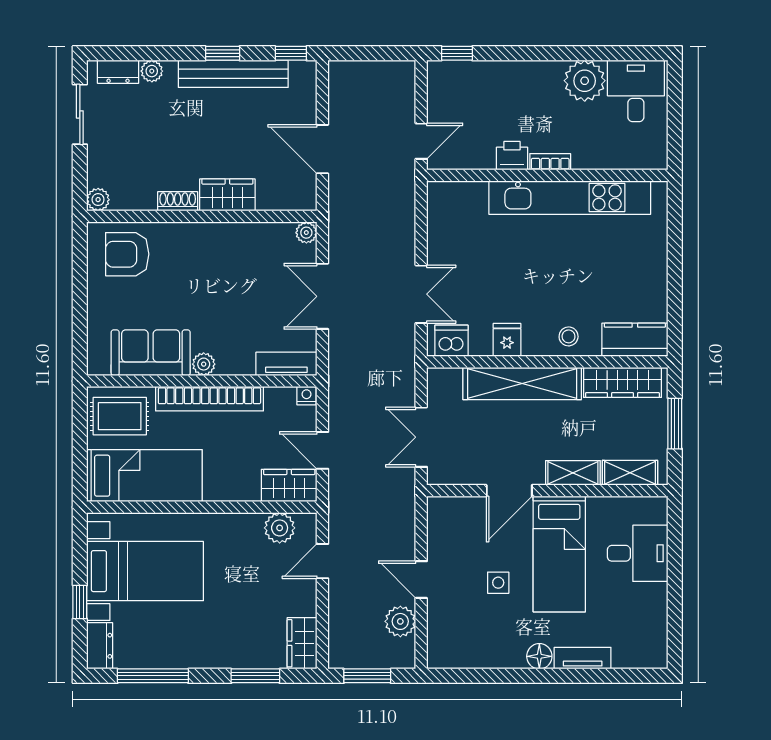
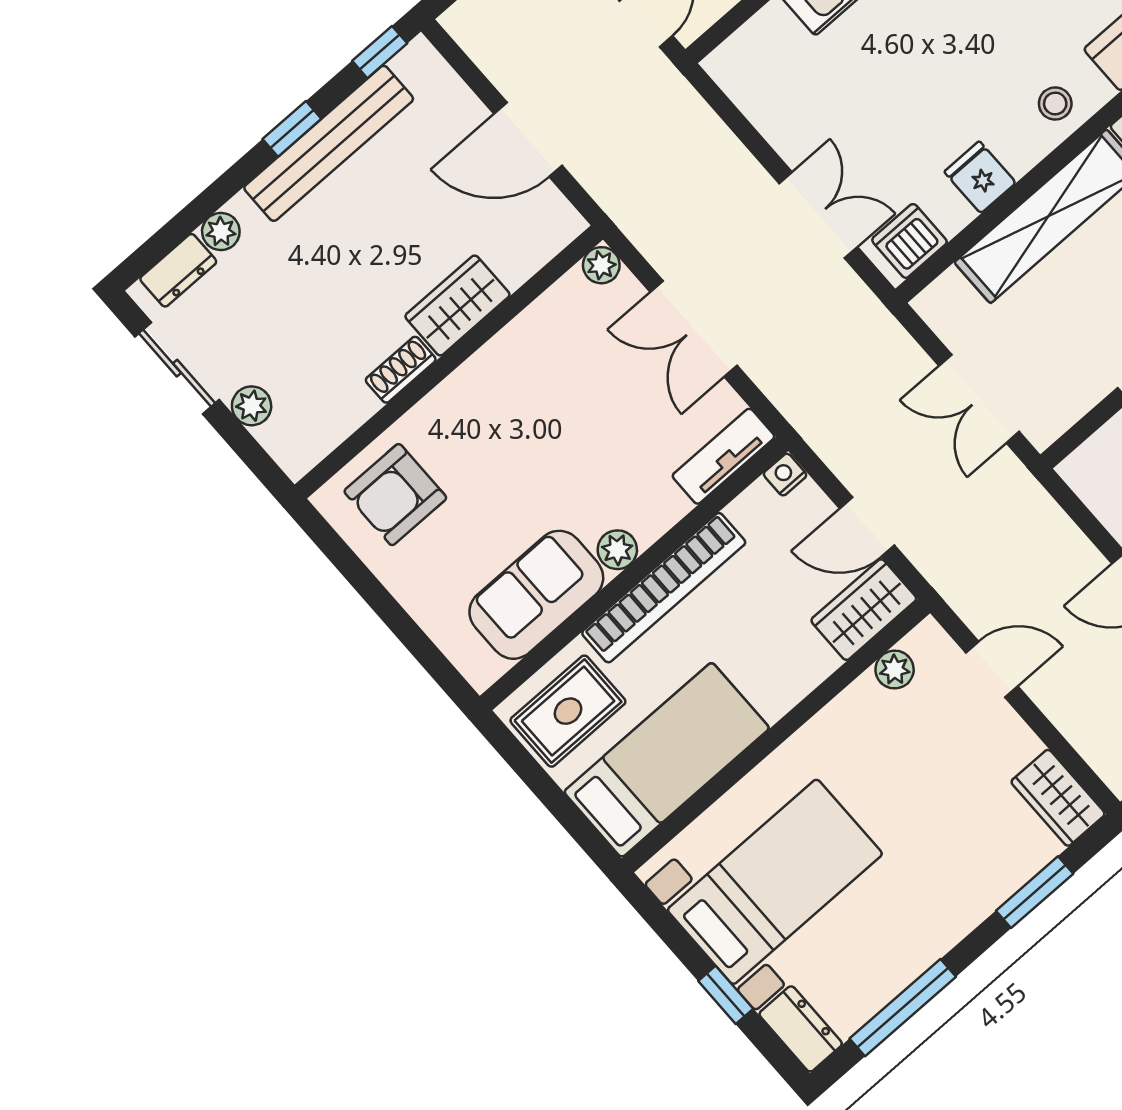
plant: (98, 200) -> (252, 406), moved
plant: (280, 528) -> (895, 670), width x0.73, depth x0.73
door: (322, 561) -> (992, 669), swing flipped

